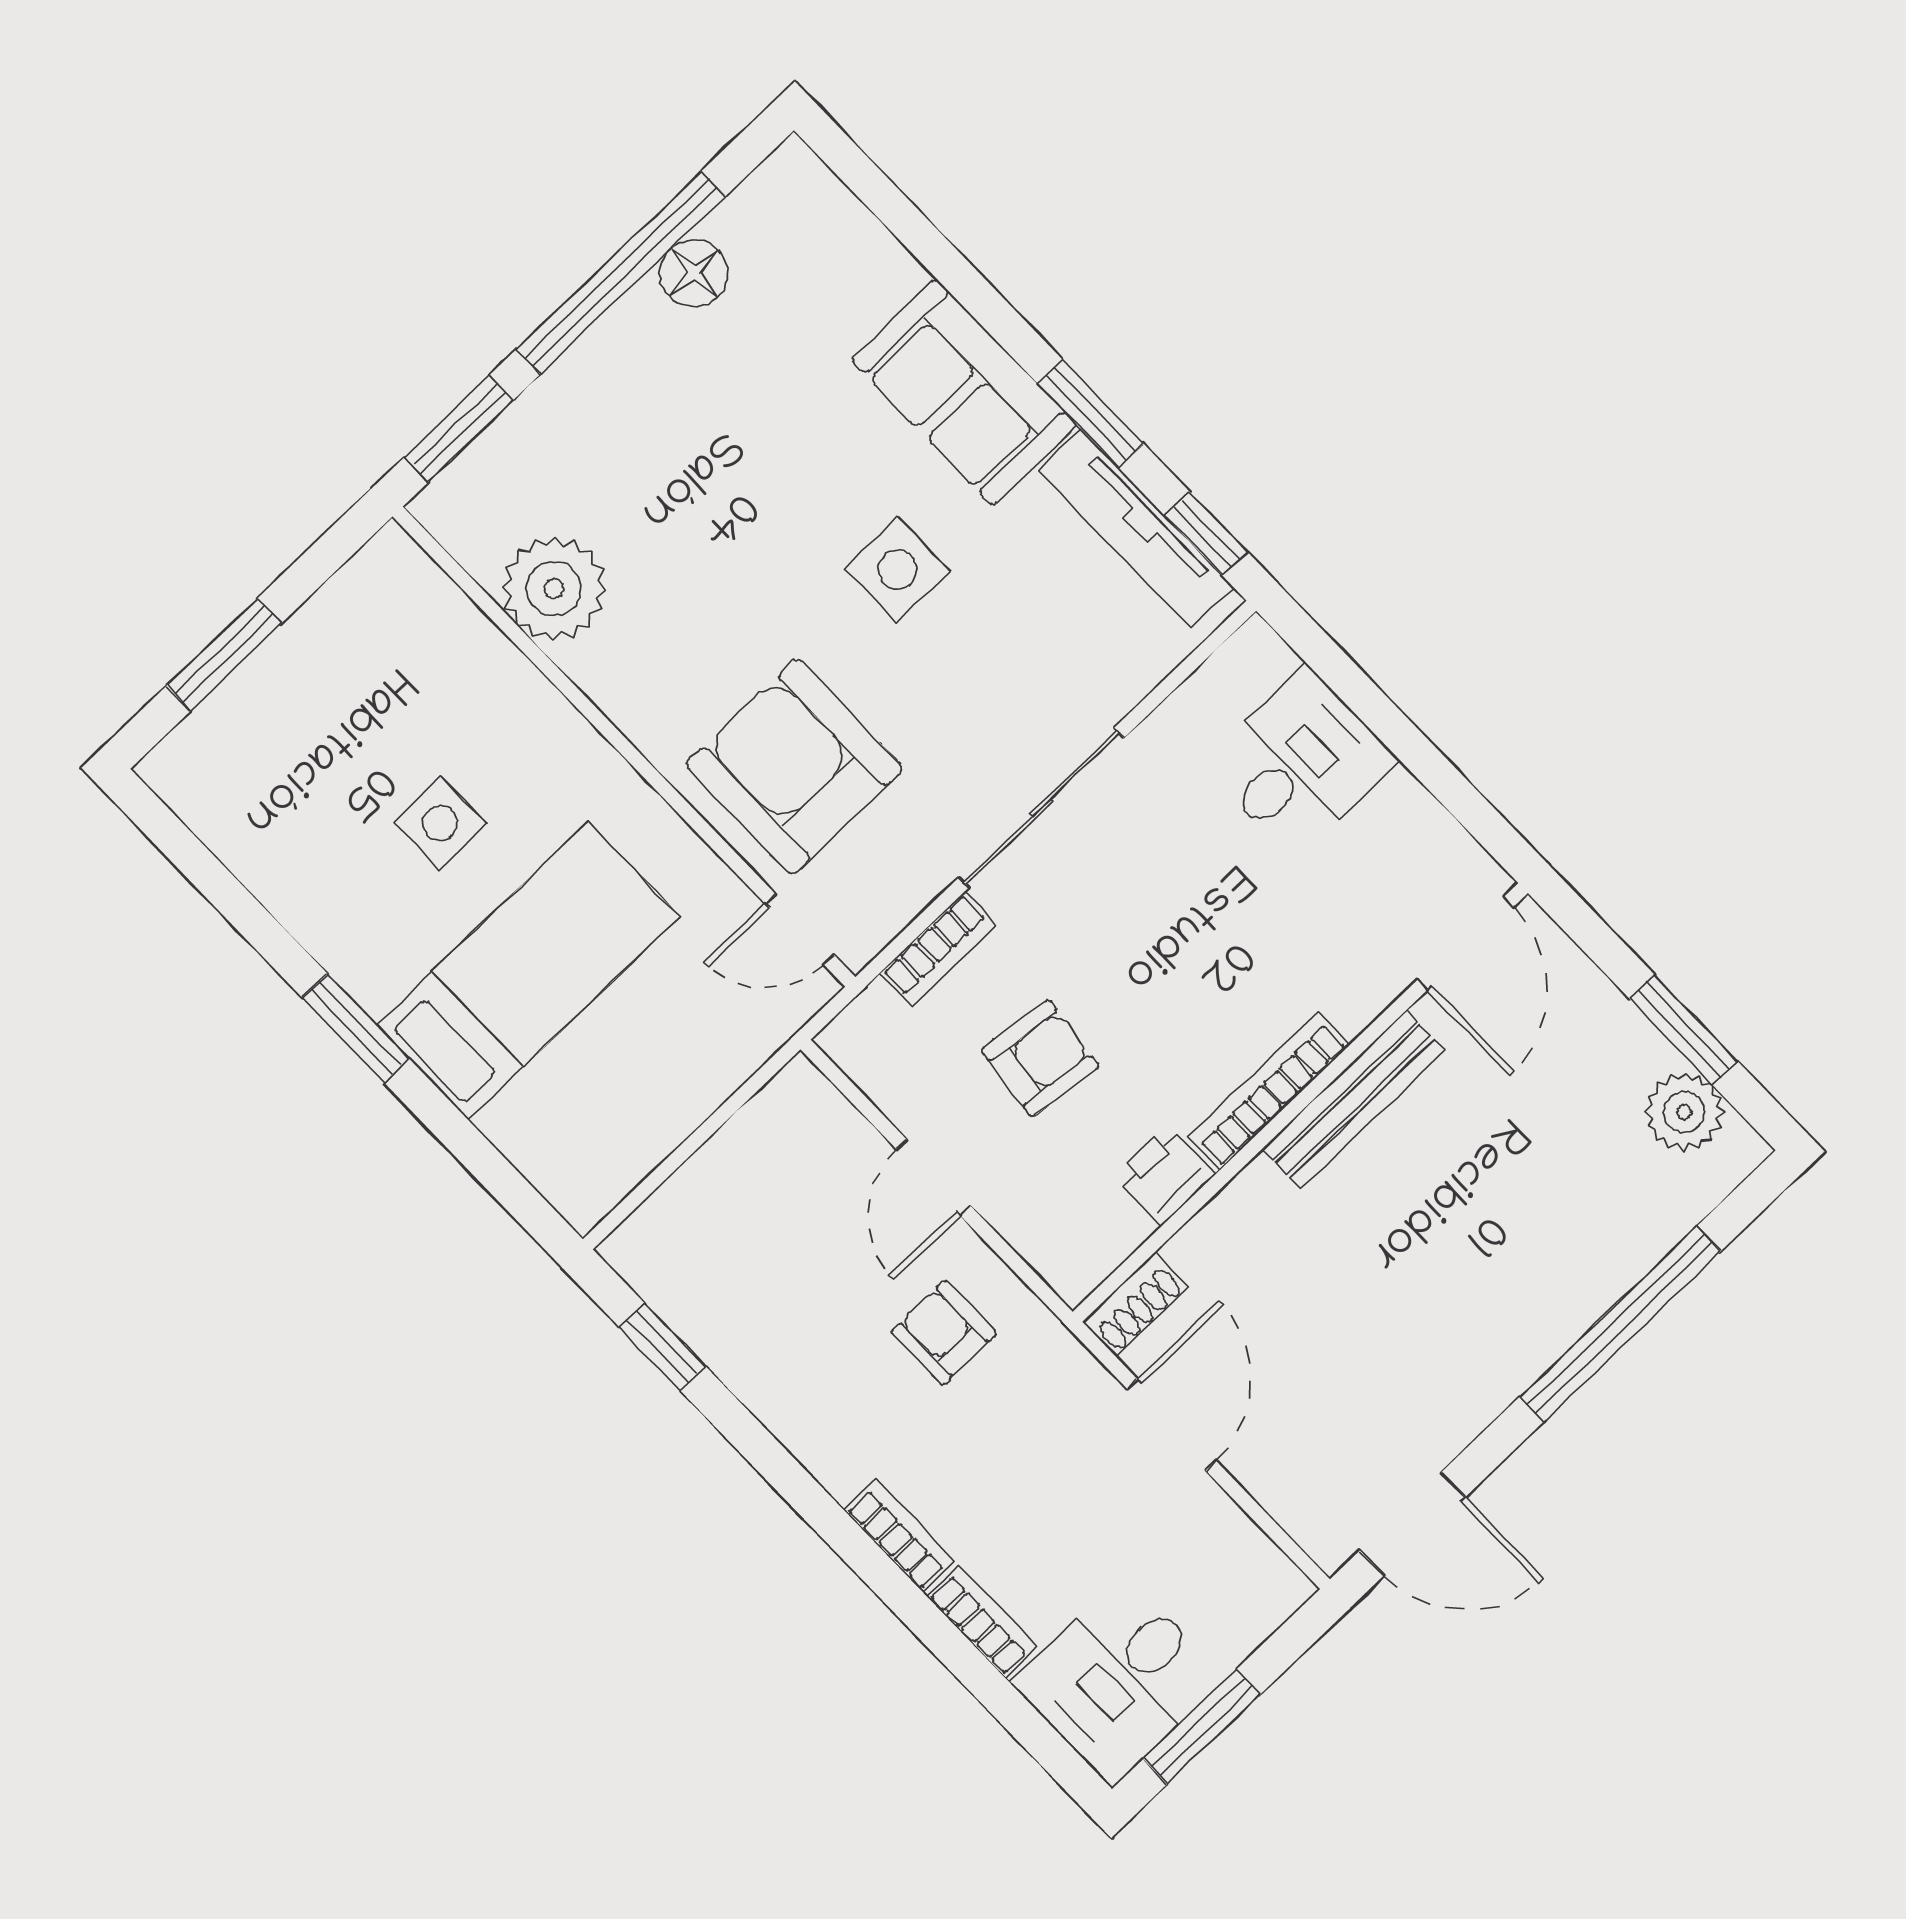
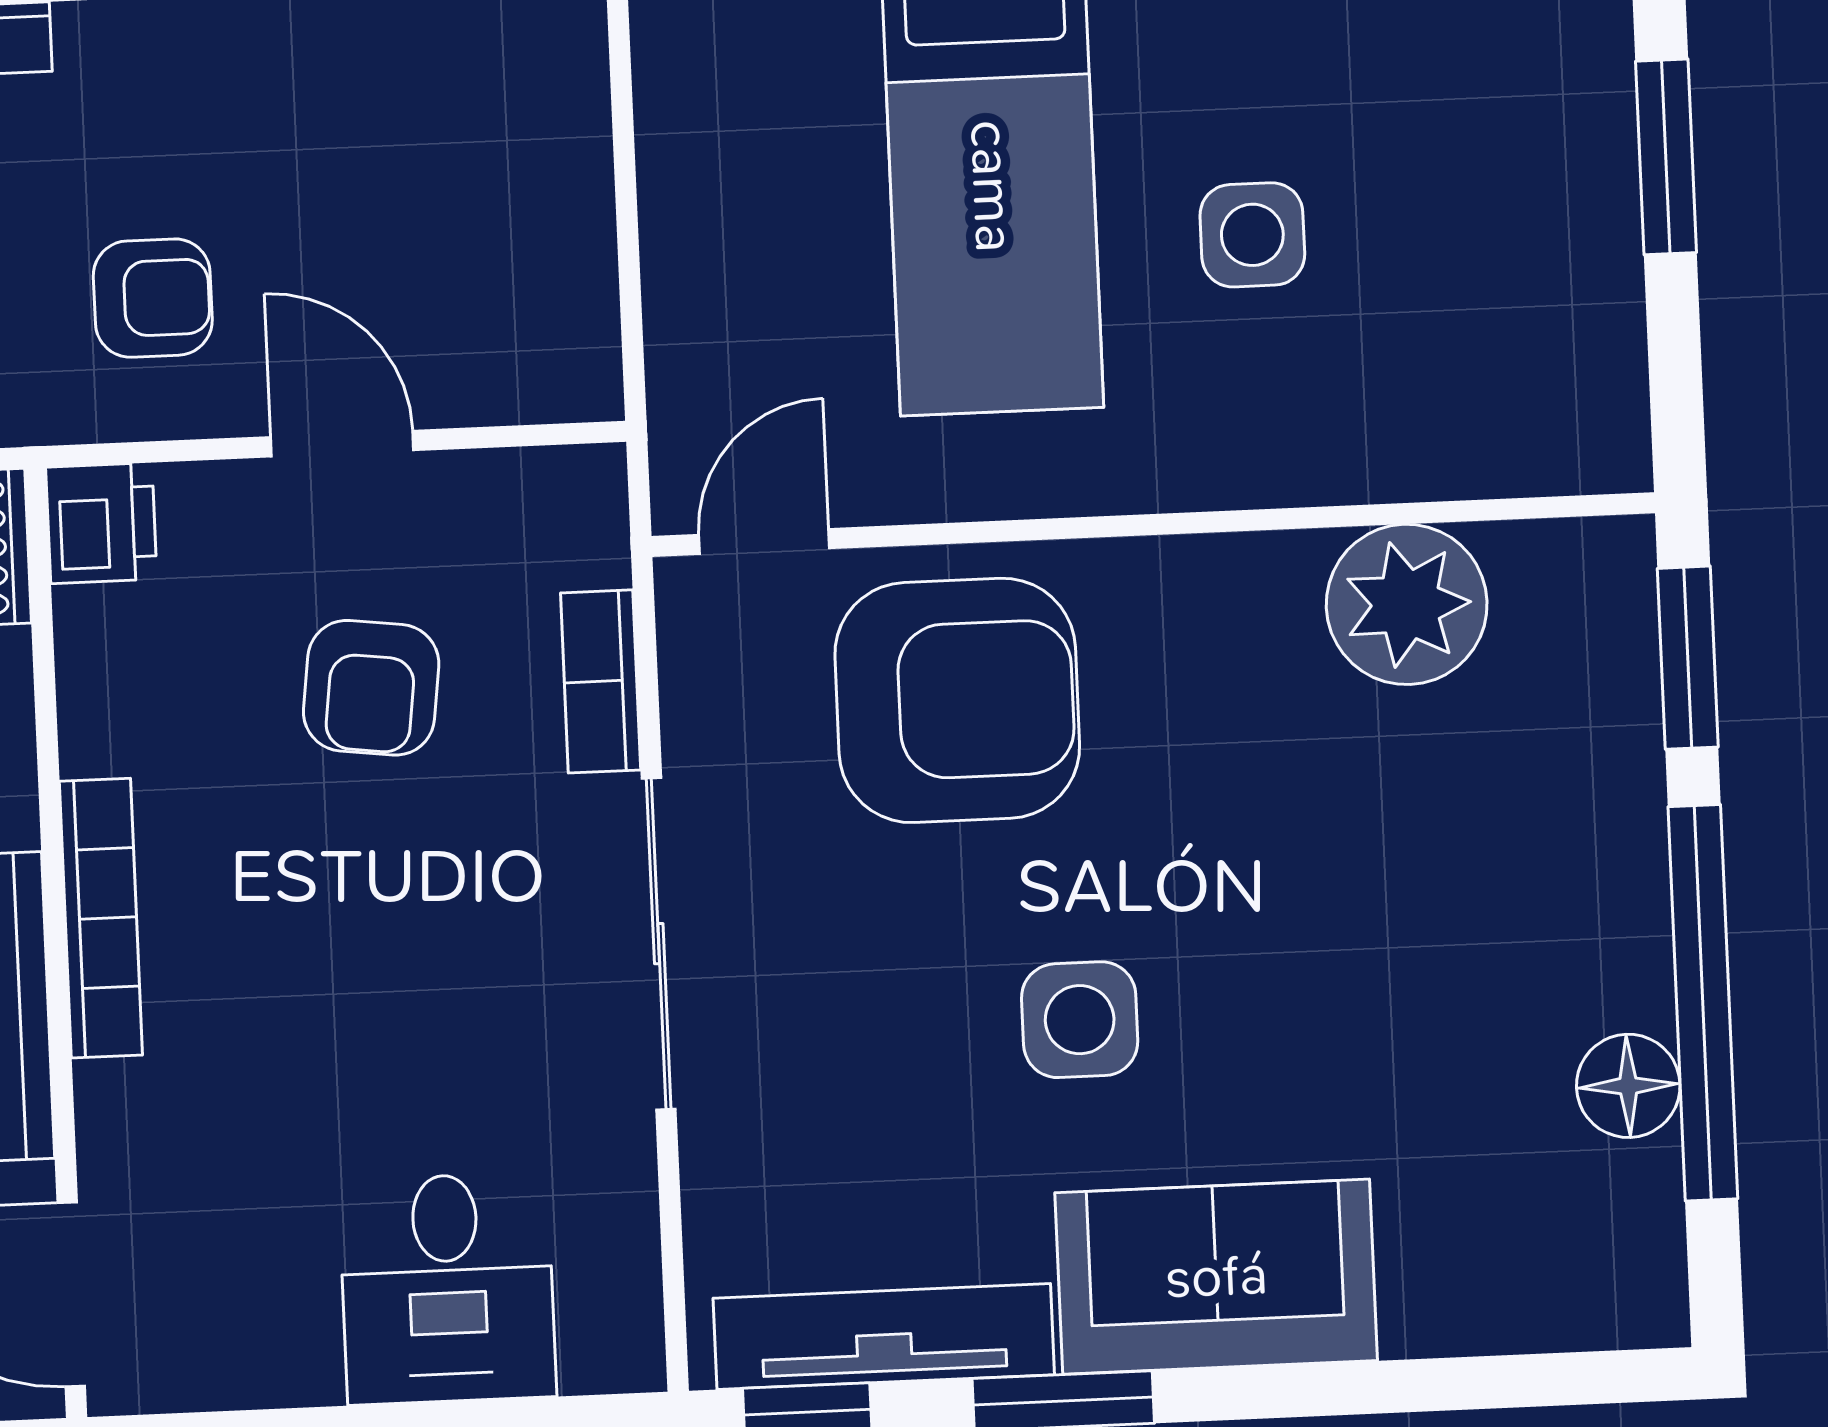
printer: (1165, 1175) -> (101, 523), moved

